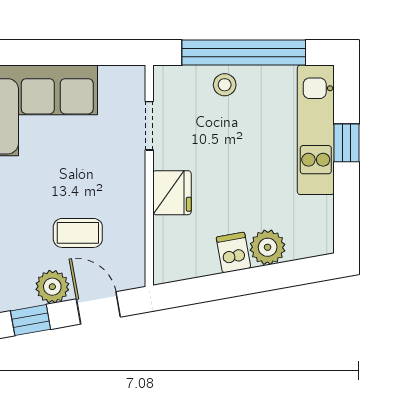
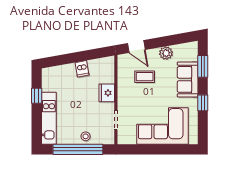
window: (346, 143) -> (37, 96), moved
plant: (268, 247) -> (68, 71), removed
plant: (52, 287) -> (166, 53), moved
window: (31, 320) -> (164, 42), removed

